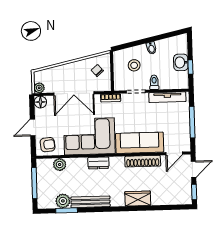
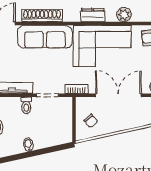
stool: (134, 65) -> (49, 125), removed
plant: (60, 165) -> (124, 15), moved

